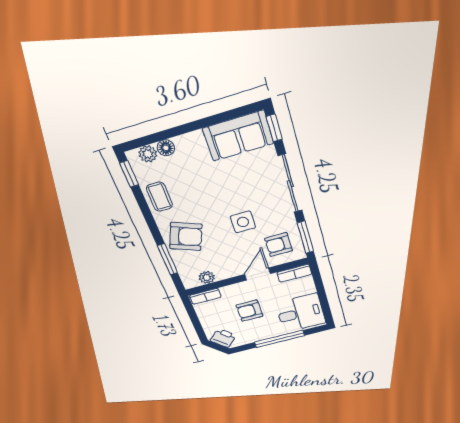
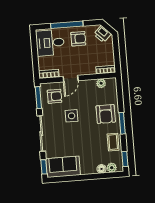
armchair: (186, 236) -> (106, 114), turned -112
window: (168, 259) -> (122, 123), moved
armchair: (249, 311) -> (78, 39), moved

